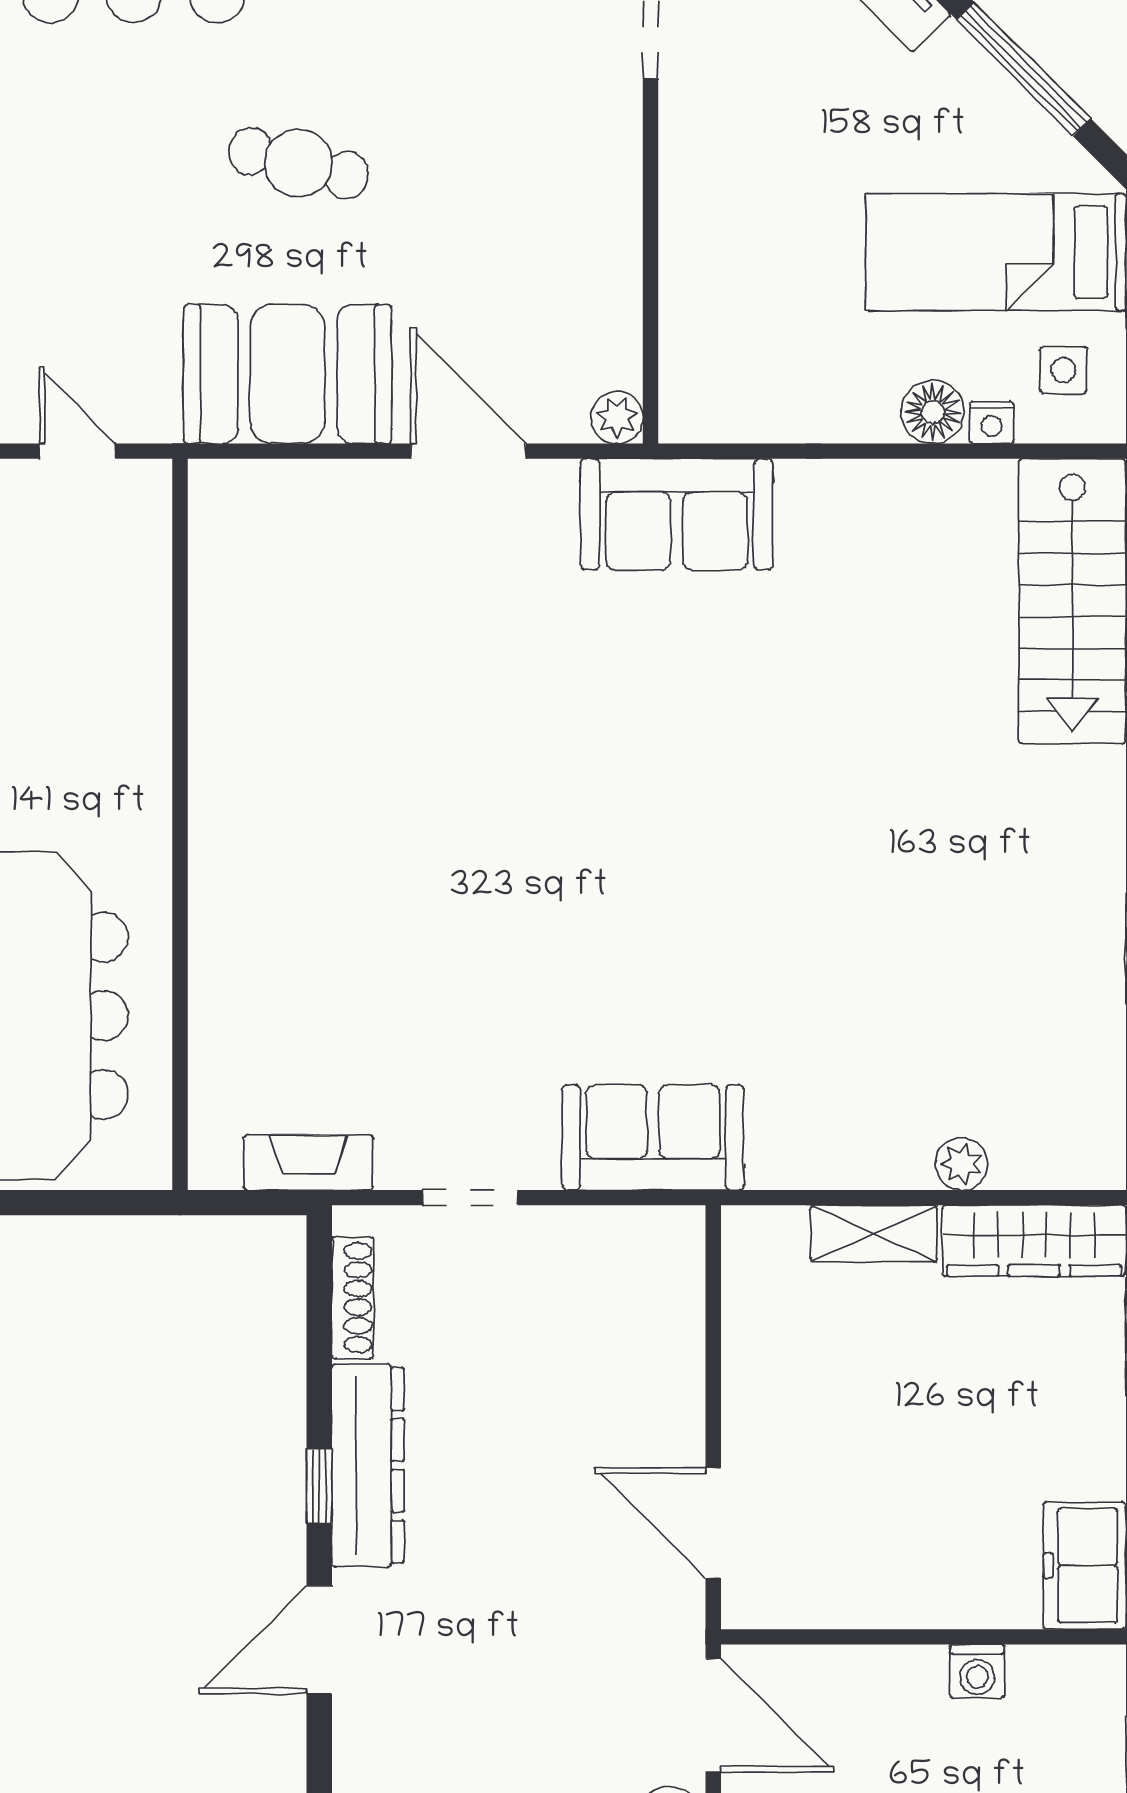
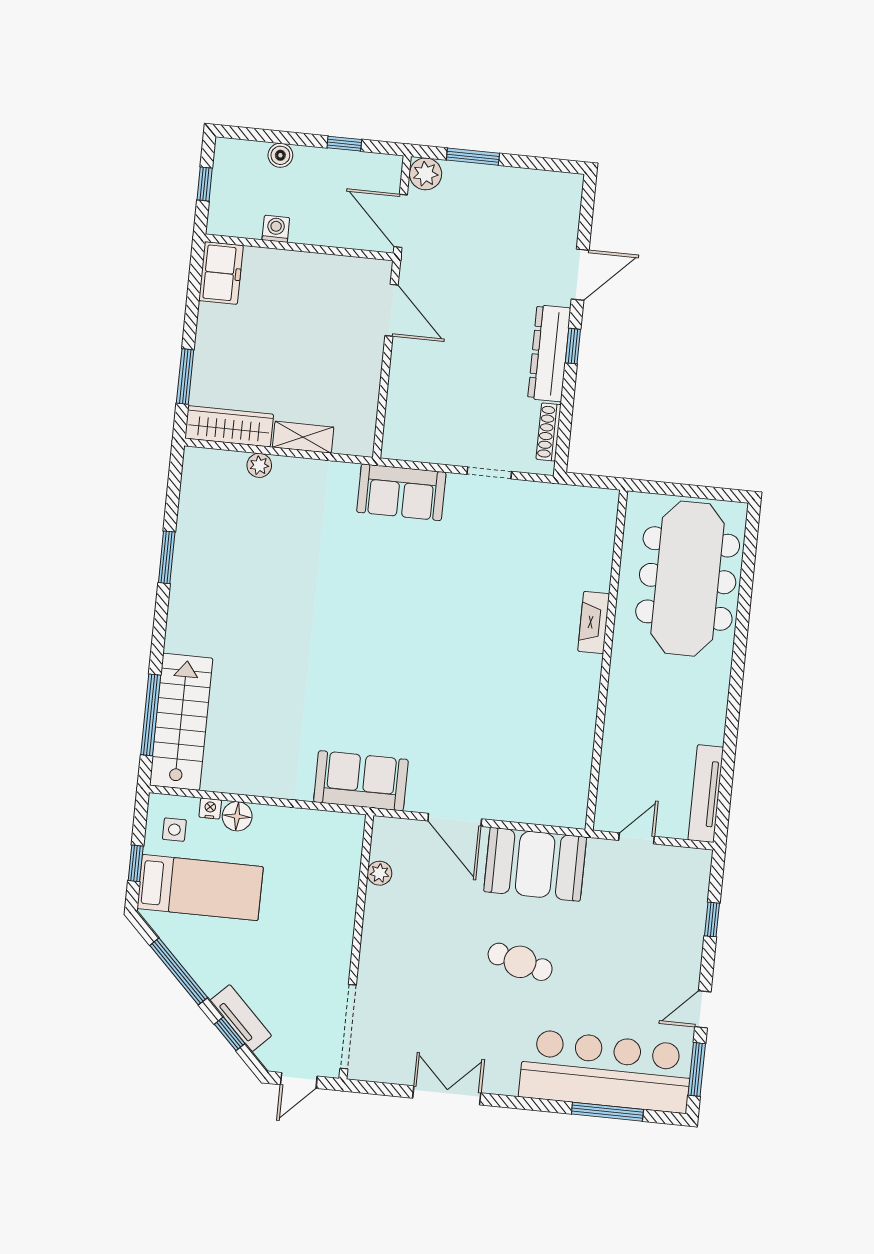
plant: (617, 418) -> (380, 873), moved
door: (77, 451) -> (636, 838), swing flipped
fireplace: (308, 1162) -> (594, 623), moved, turned 90

